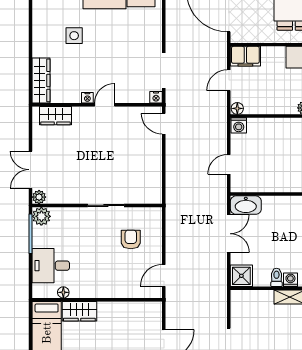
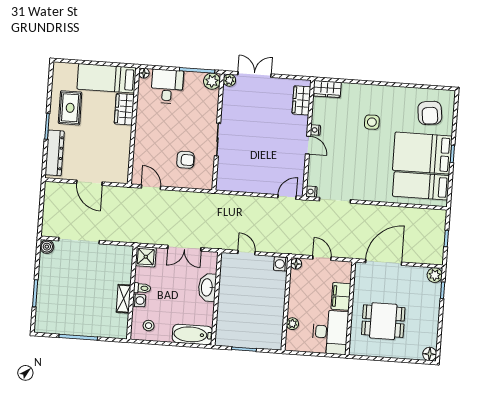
filing cabinet: (245, 56) -> (341, 296), moved
wardrobe: (41, 80) -> (327, 89), width x0.67
washbasin: (246, 205) -> (207, 287), moved
floor lamp: (63, 292) -> (144, 73), moved

